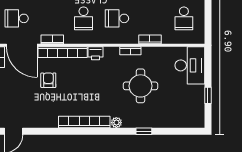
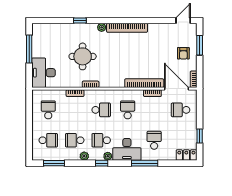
school desk: (17, 18) -> (181, 110), turned 180
printer: (95, 53) -> (118, 82), removed
armchair: (48, 80) -> (183, 53), moved
window: (208, 95) -> (29, 49), width x2.17

